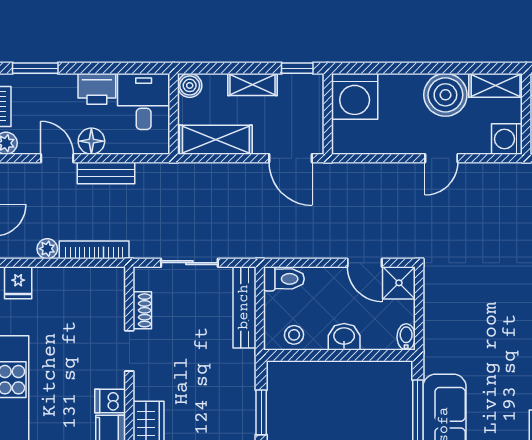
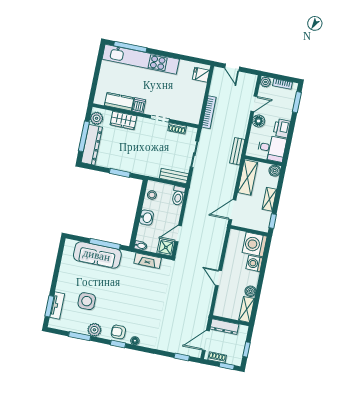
boiler: (445, 95) -> (250, 291), width x0.54, depth x0.54
washing machine: (507, 139) -> (254, 263), moved, turned -90
bench: (106, 173) -> (237, 151), moved
plant: (47, 249) -> (214, 91), removed
bench: (244, 307) -> (174, 176), width x0.73
fireplace: (435, 316) -> (148, 261), added

